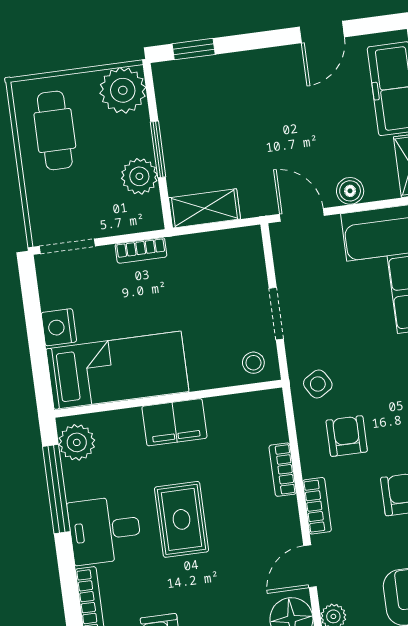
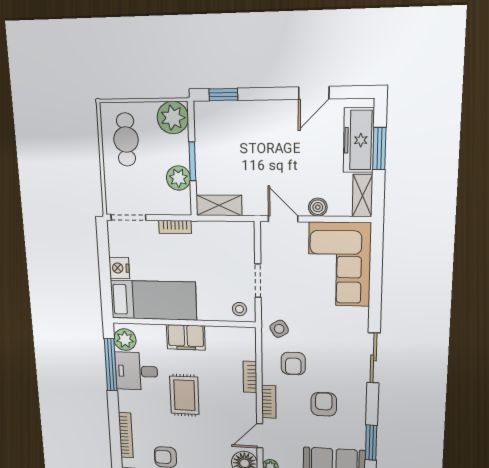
armchair: (347, 436) -> (293, 364), turned 180
desk: (105, 530) -> (136, 371), moved

